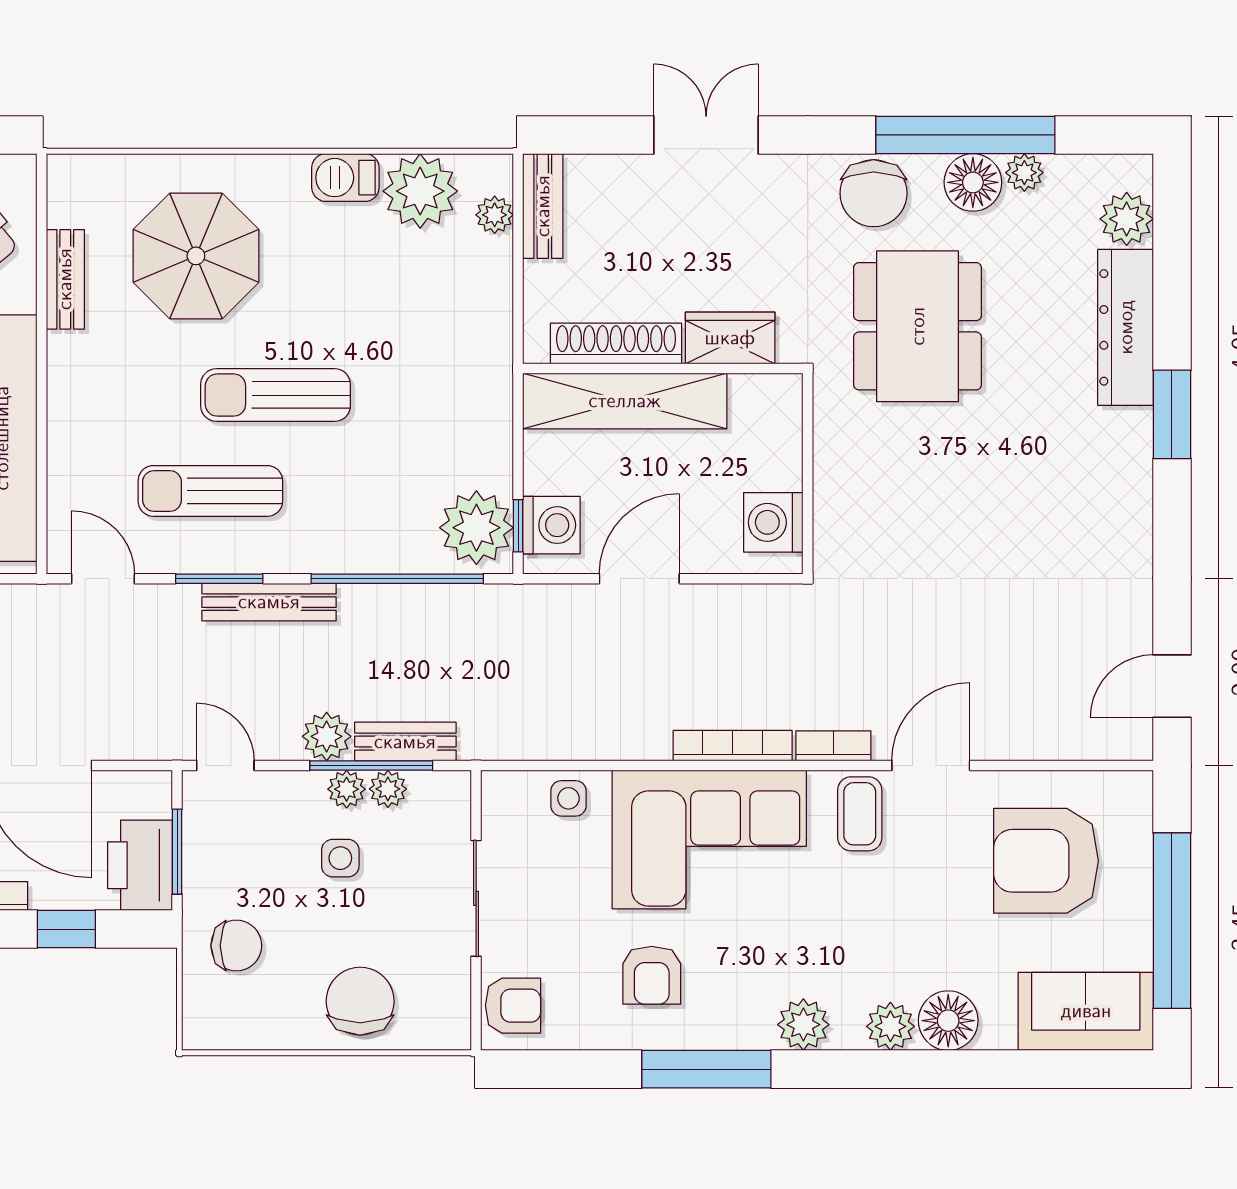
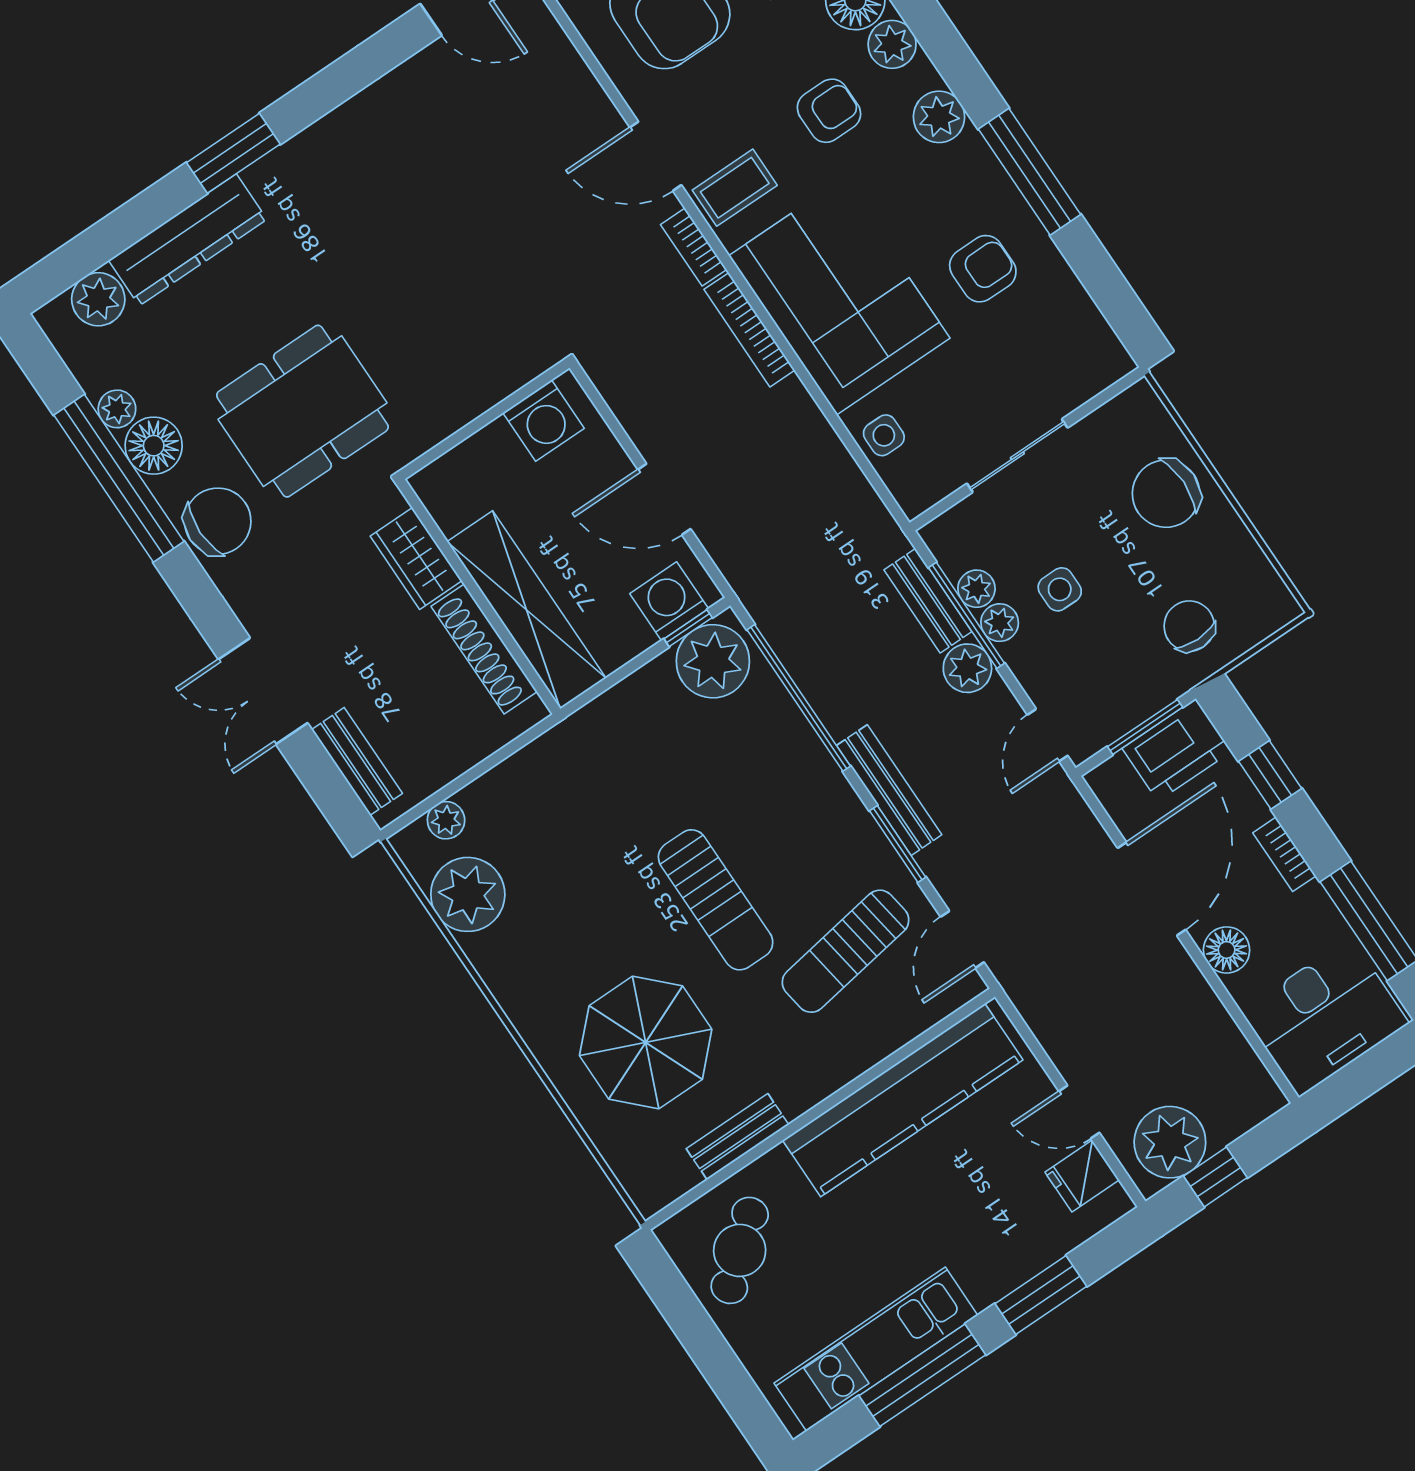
barbecue: (345, 178) -> (498, 963), removed
bench: (543, 206) -> (357, 761), moved, turned 90
sun lounger: (210, 491) -> (846, 951), moved, turned 81
armchair: (513, 1006) -> (829, 111), moved, turned 90

